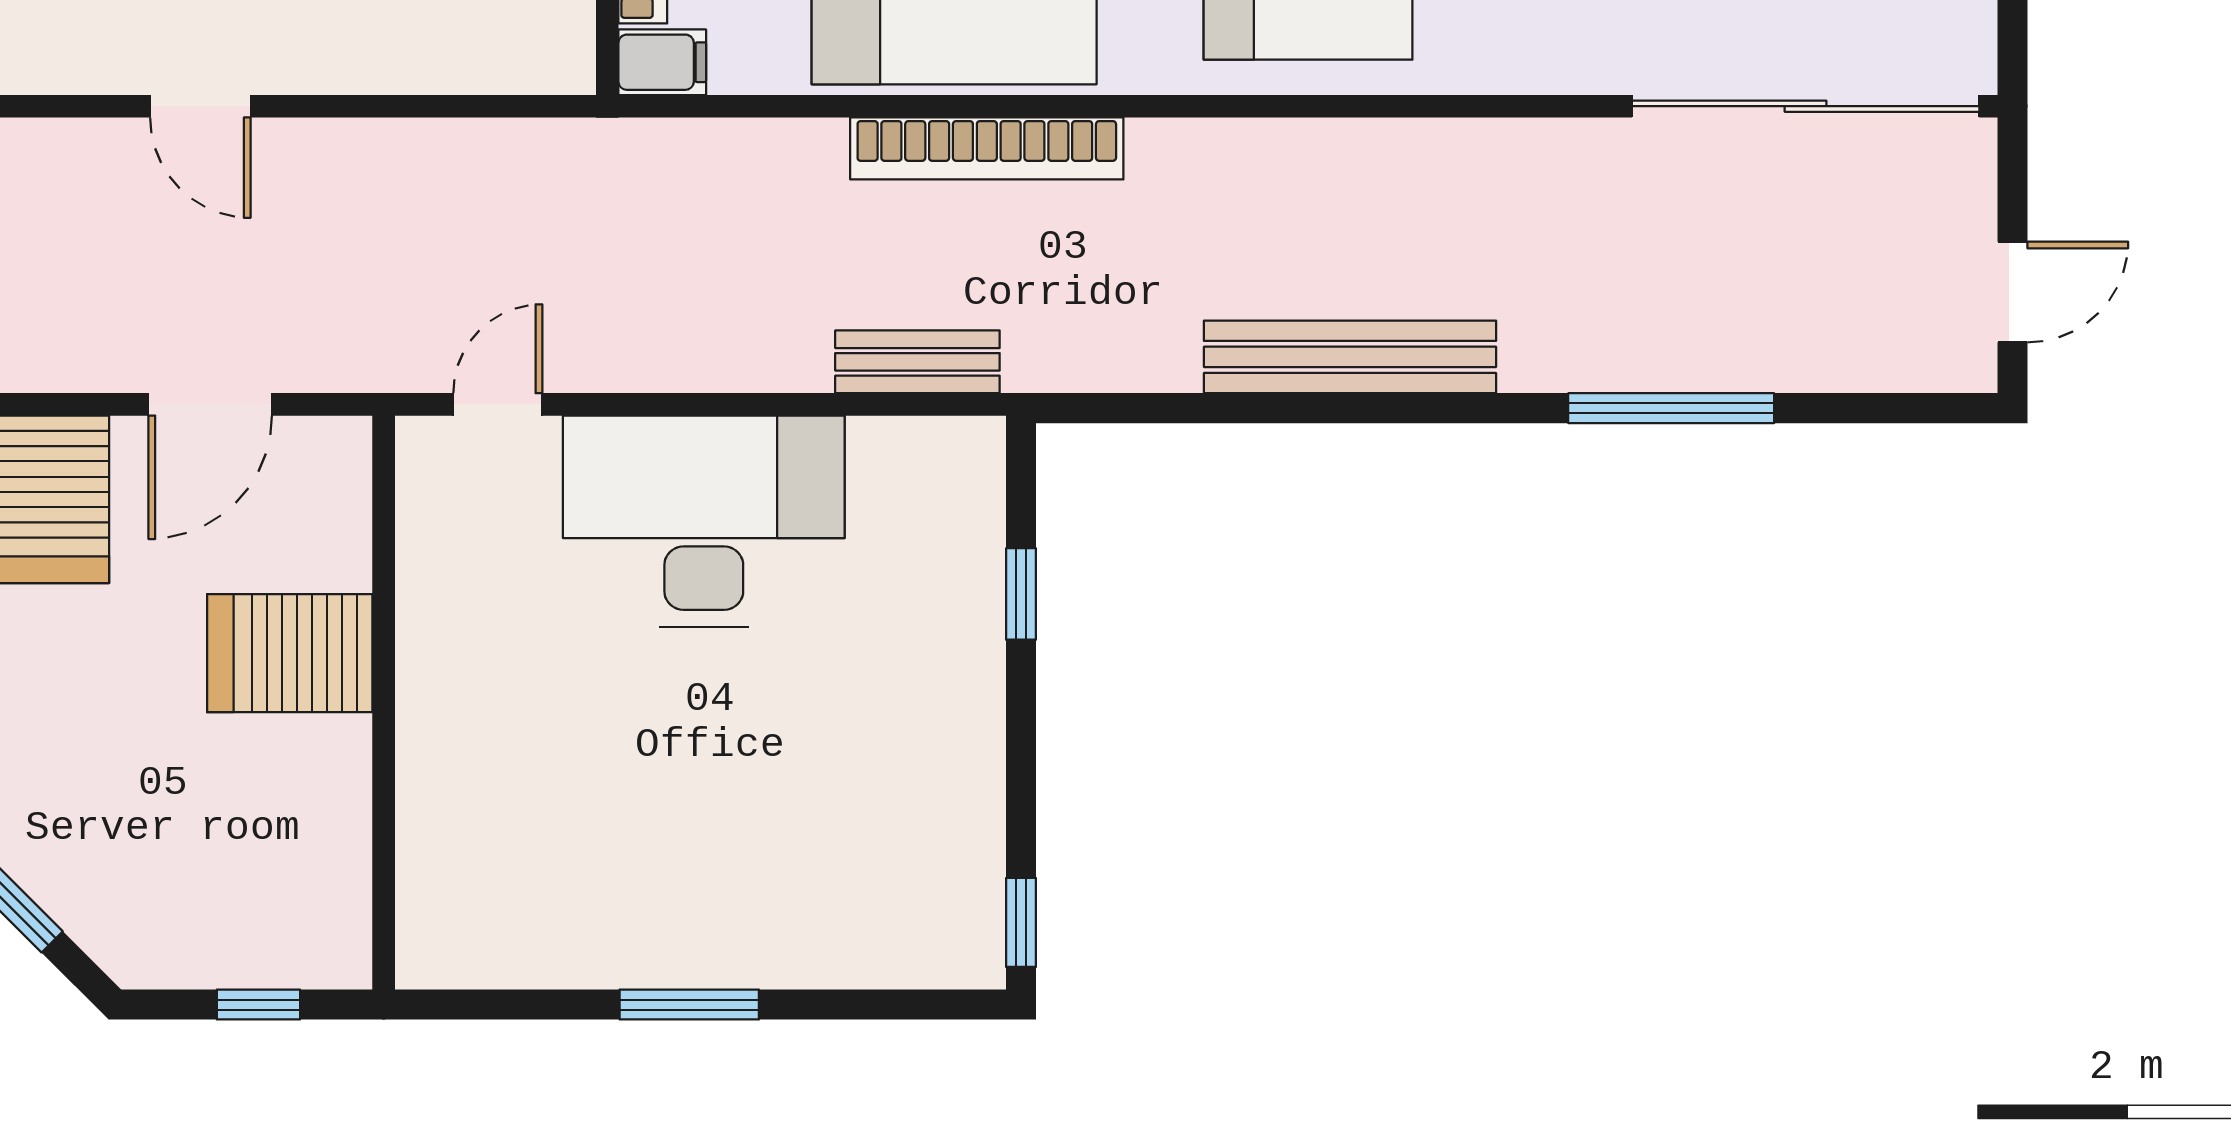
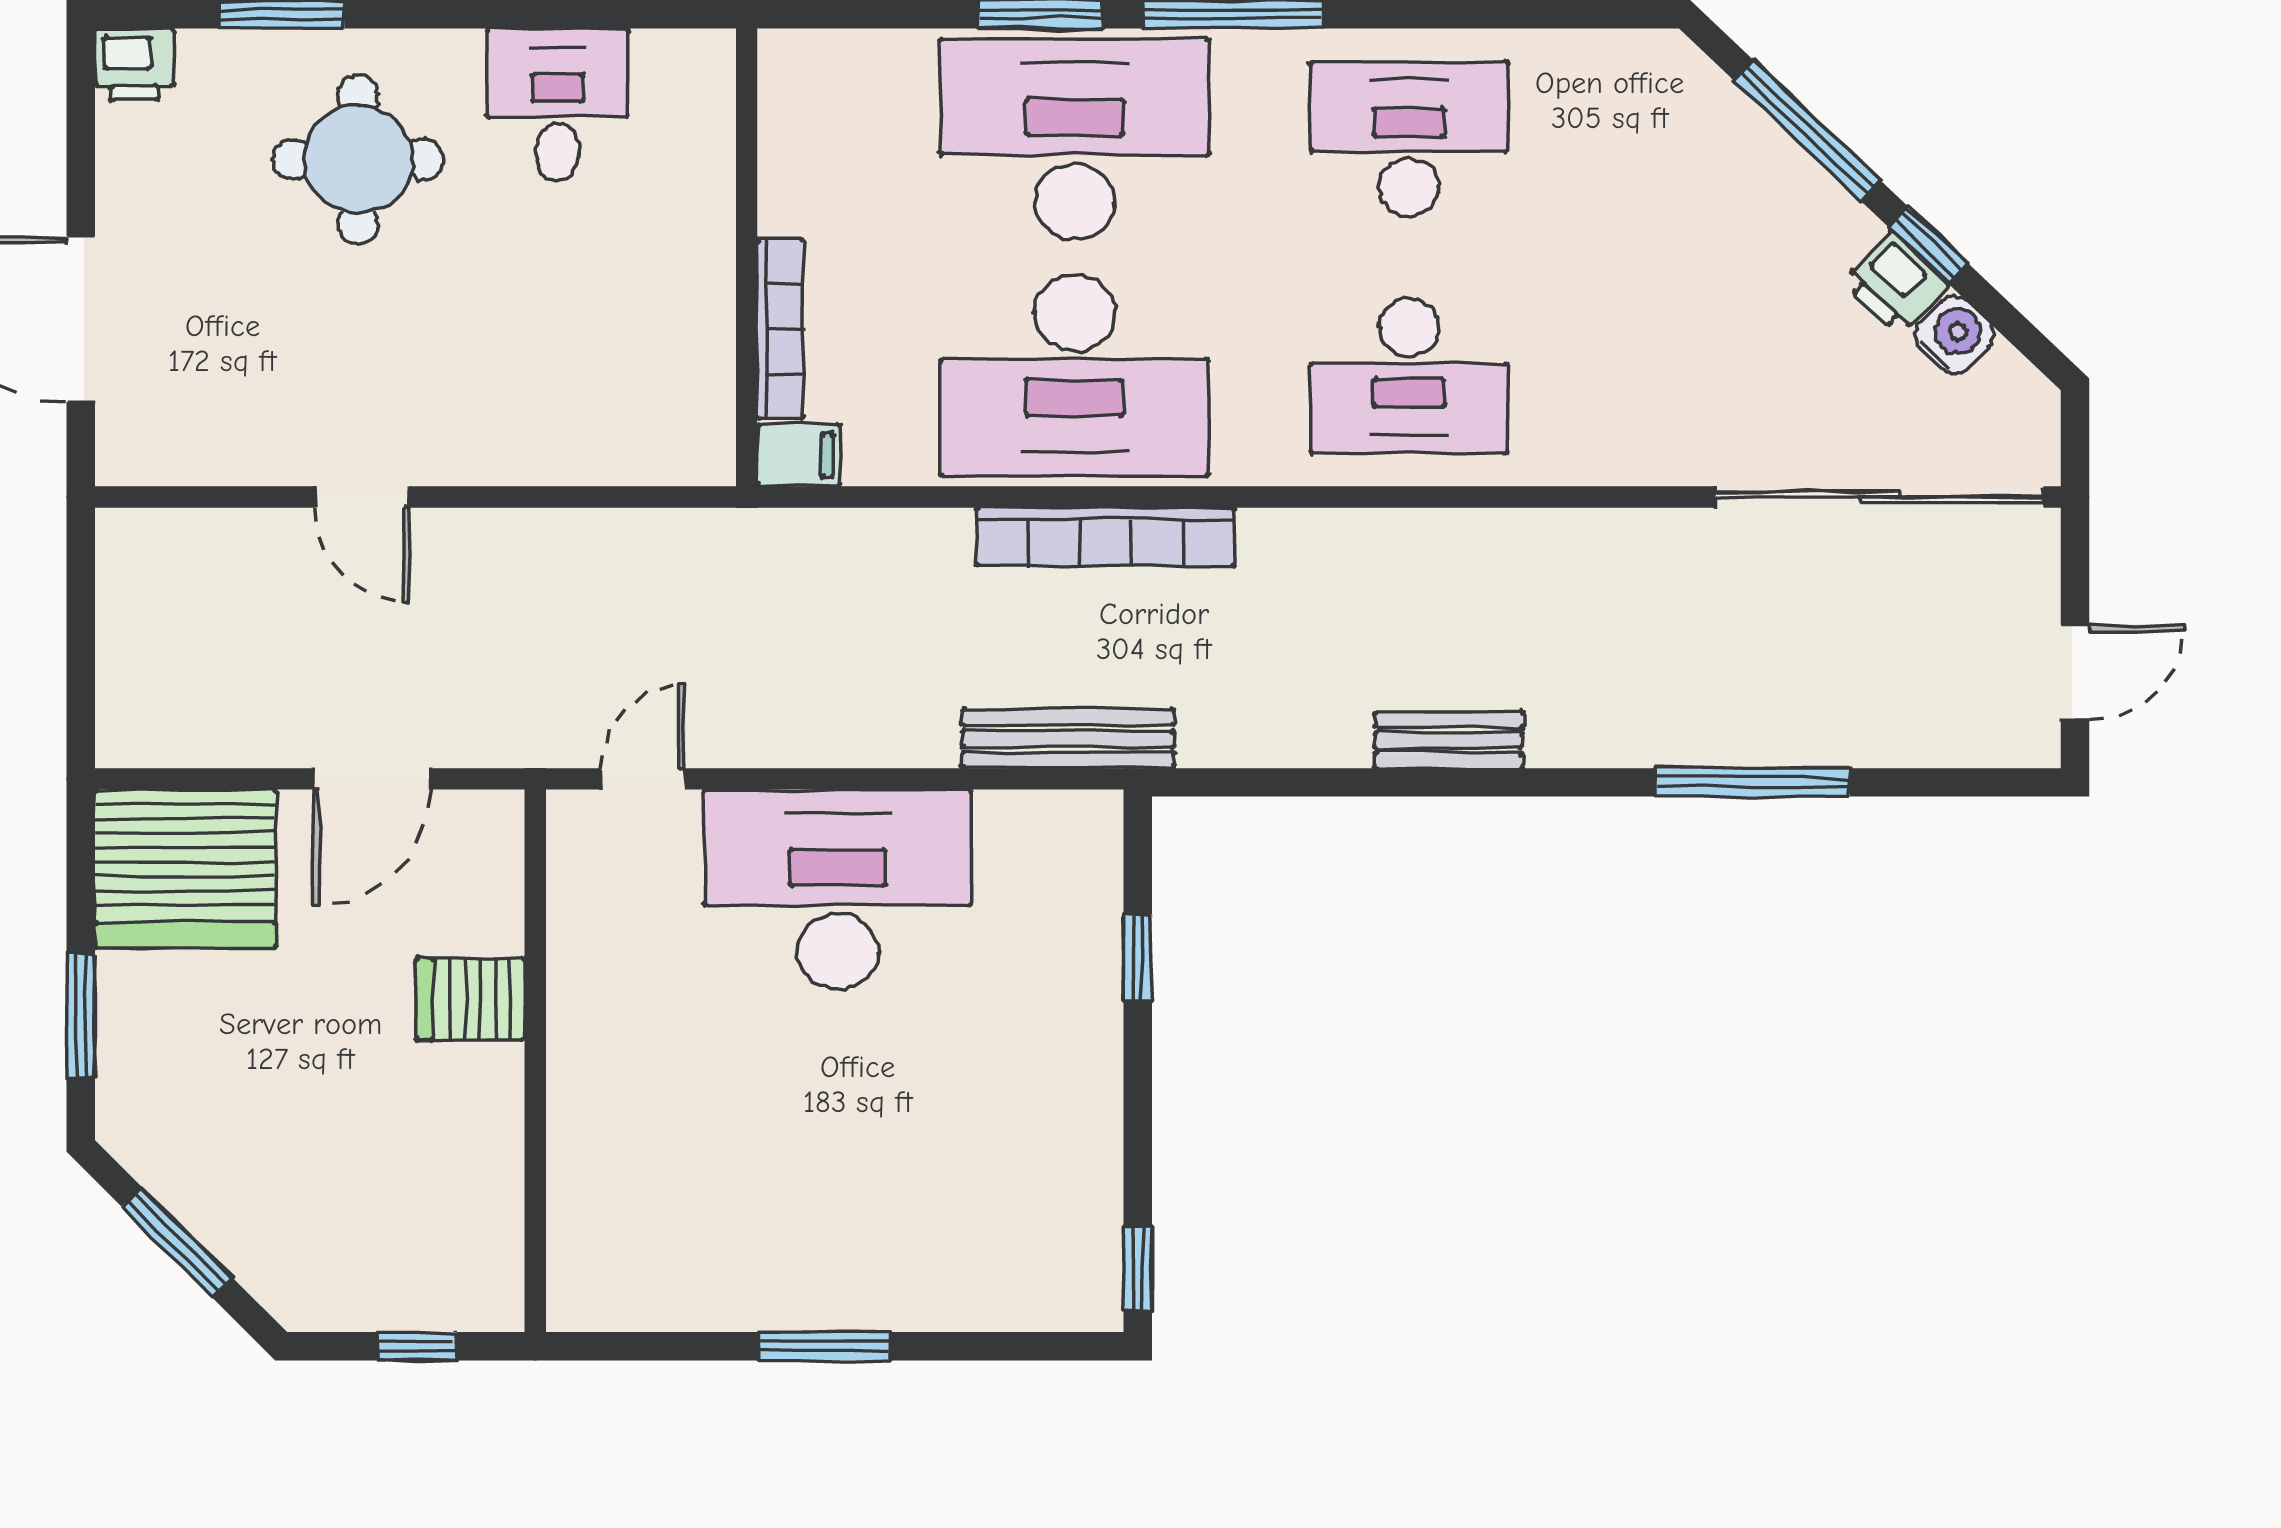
bench: (1350, 357) -> (1449, 740), width x0.54, depth x0.82
bench: (917, 362) -> (1068, 739), width x1.36
server rack: (290, 653) -> (470, 999), width x0.73, depth x0.70

